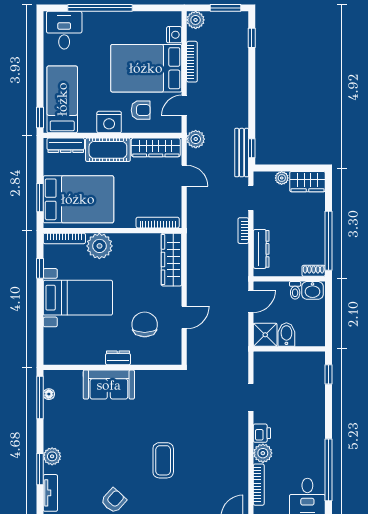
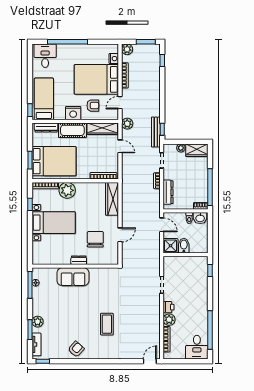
door: (251, 301) -> (162, 225), hinge flipped

